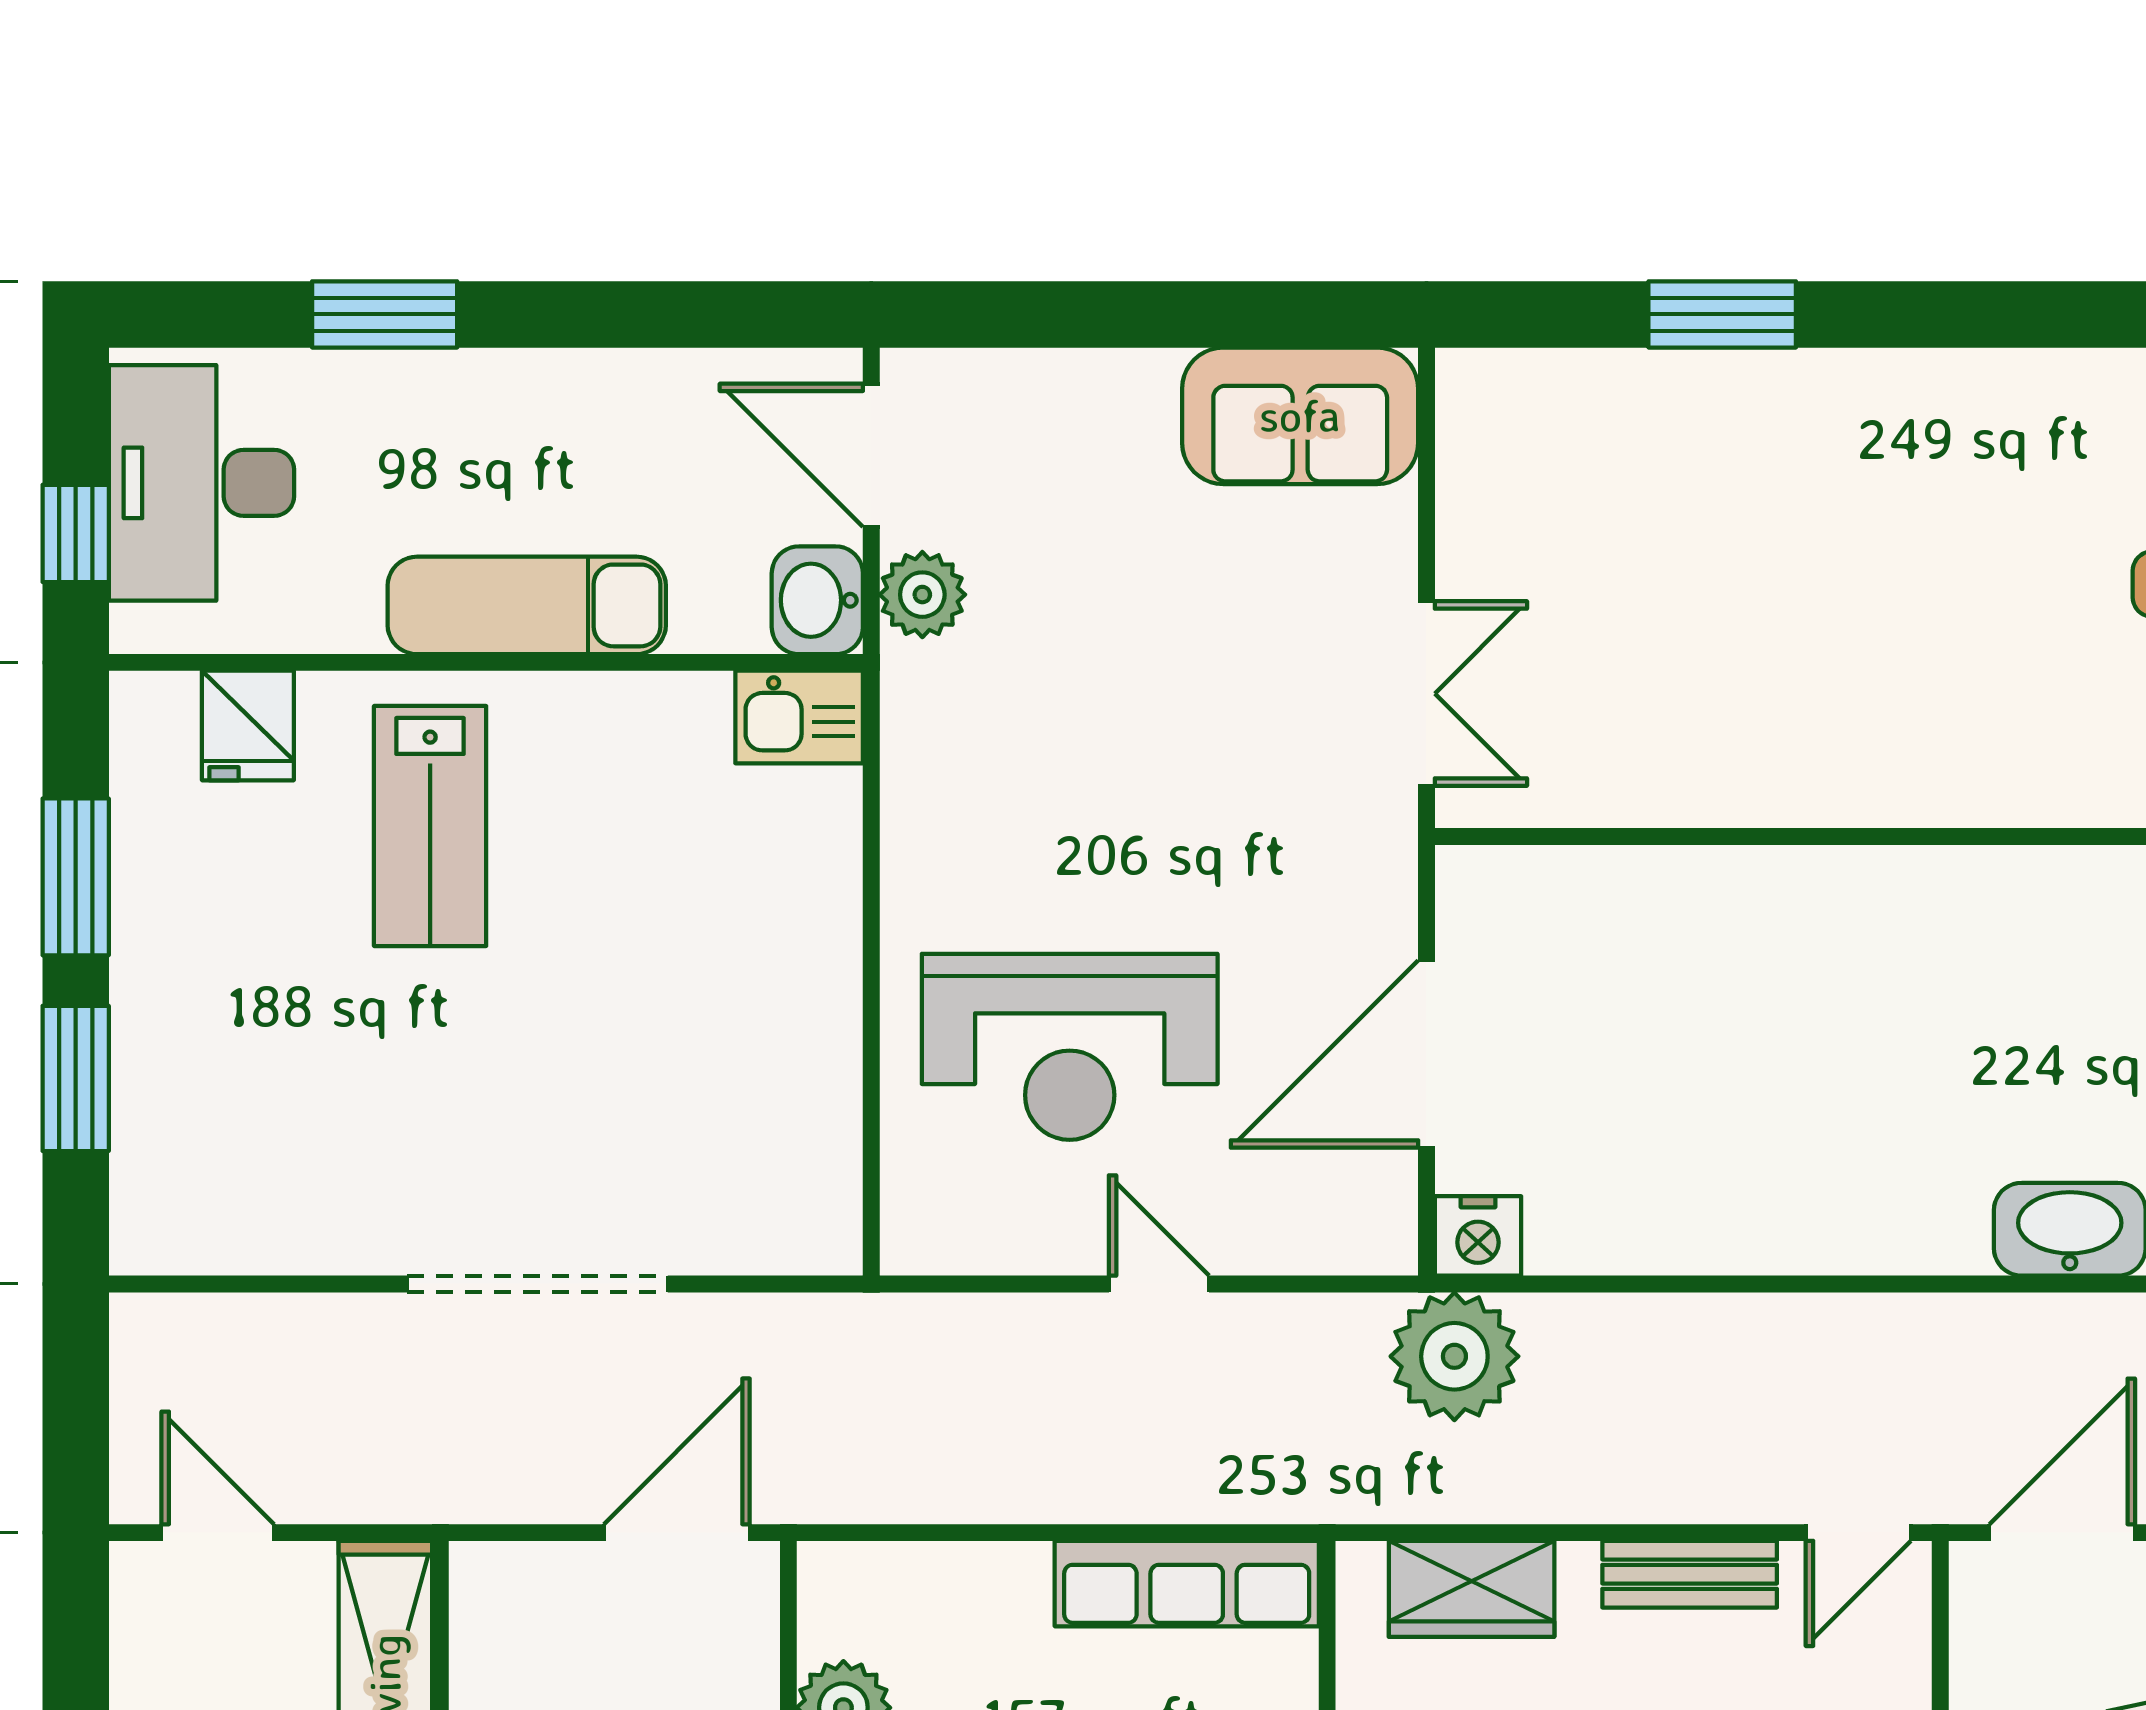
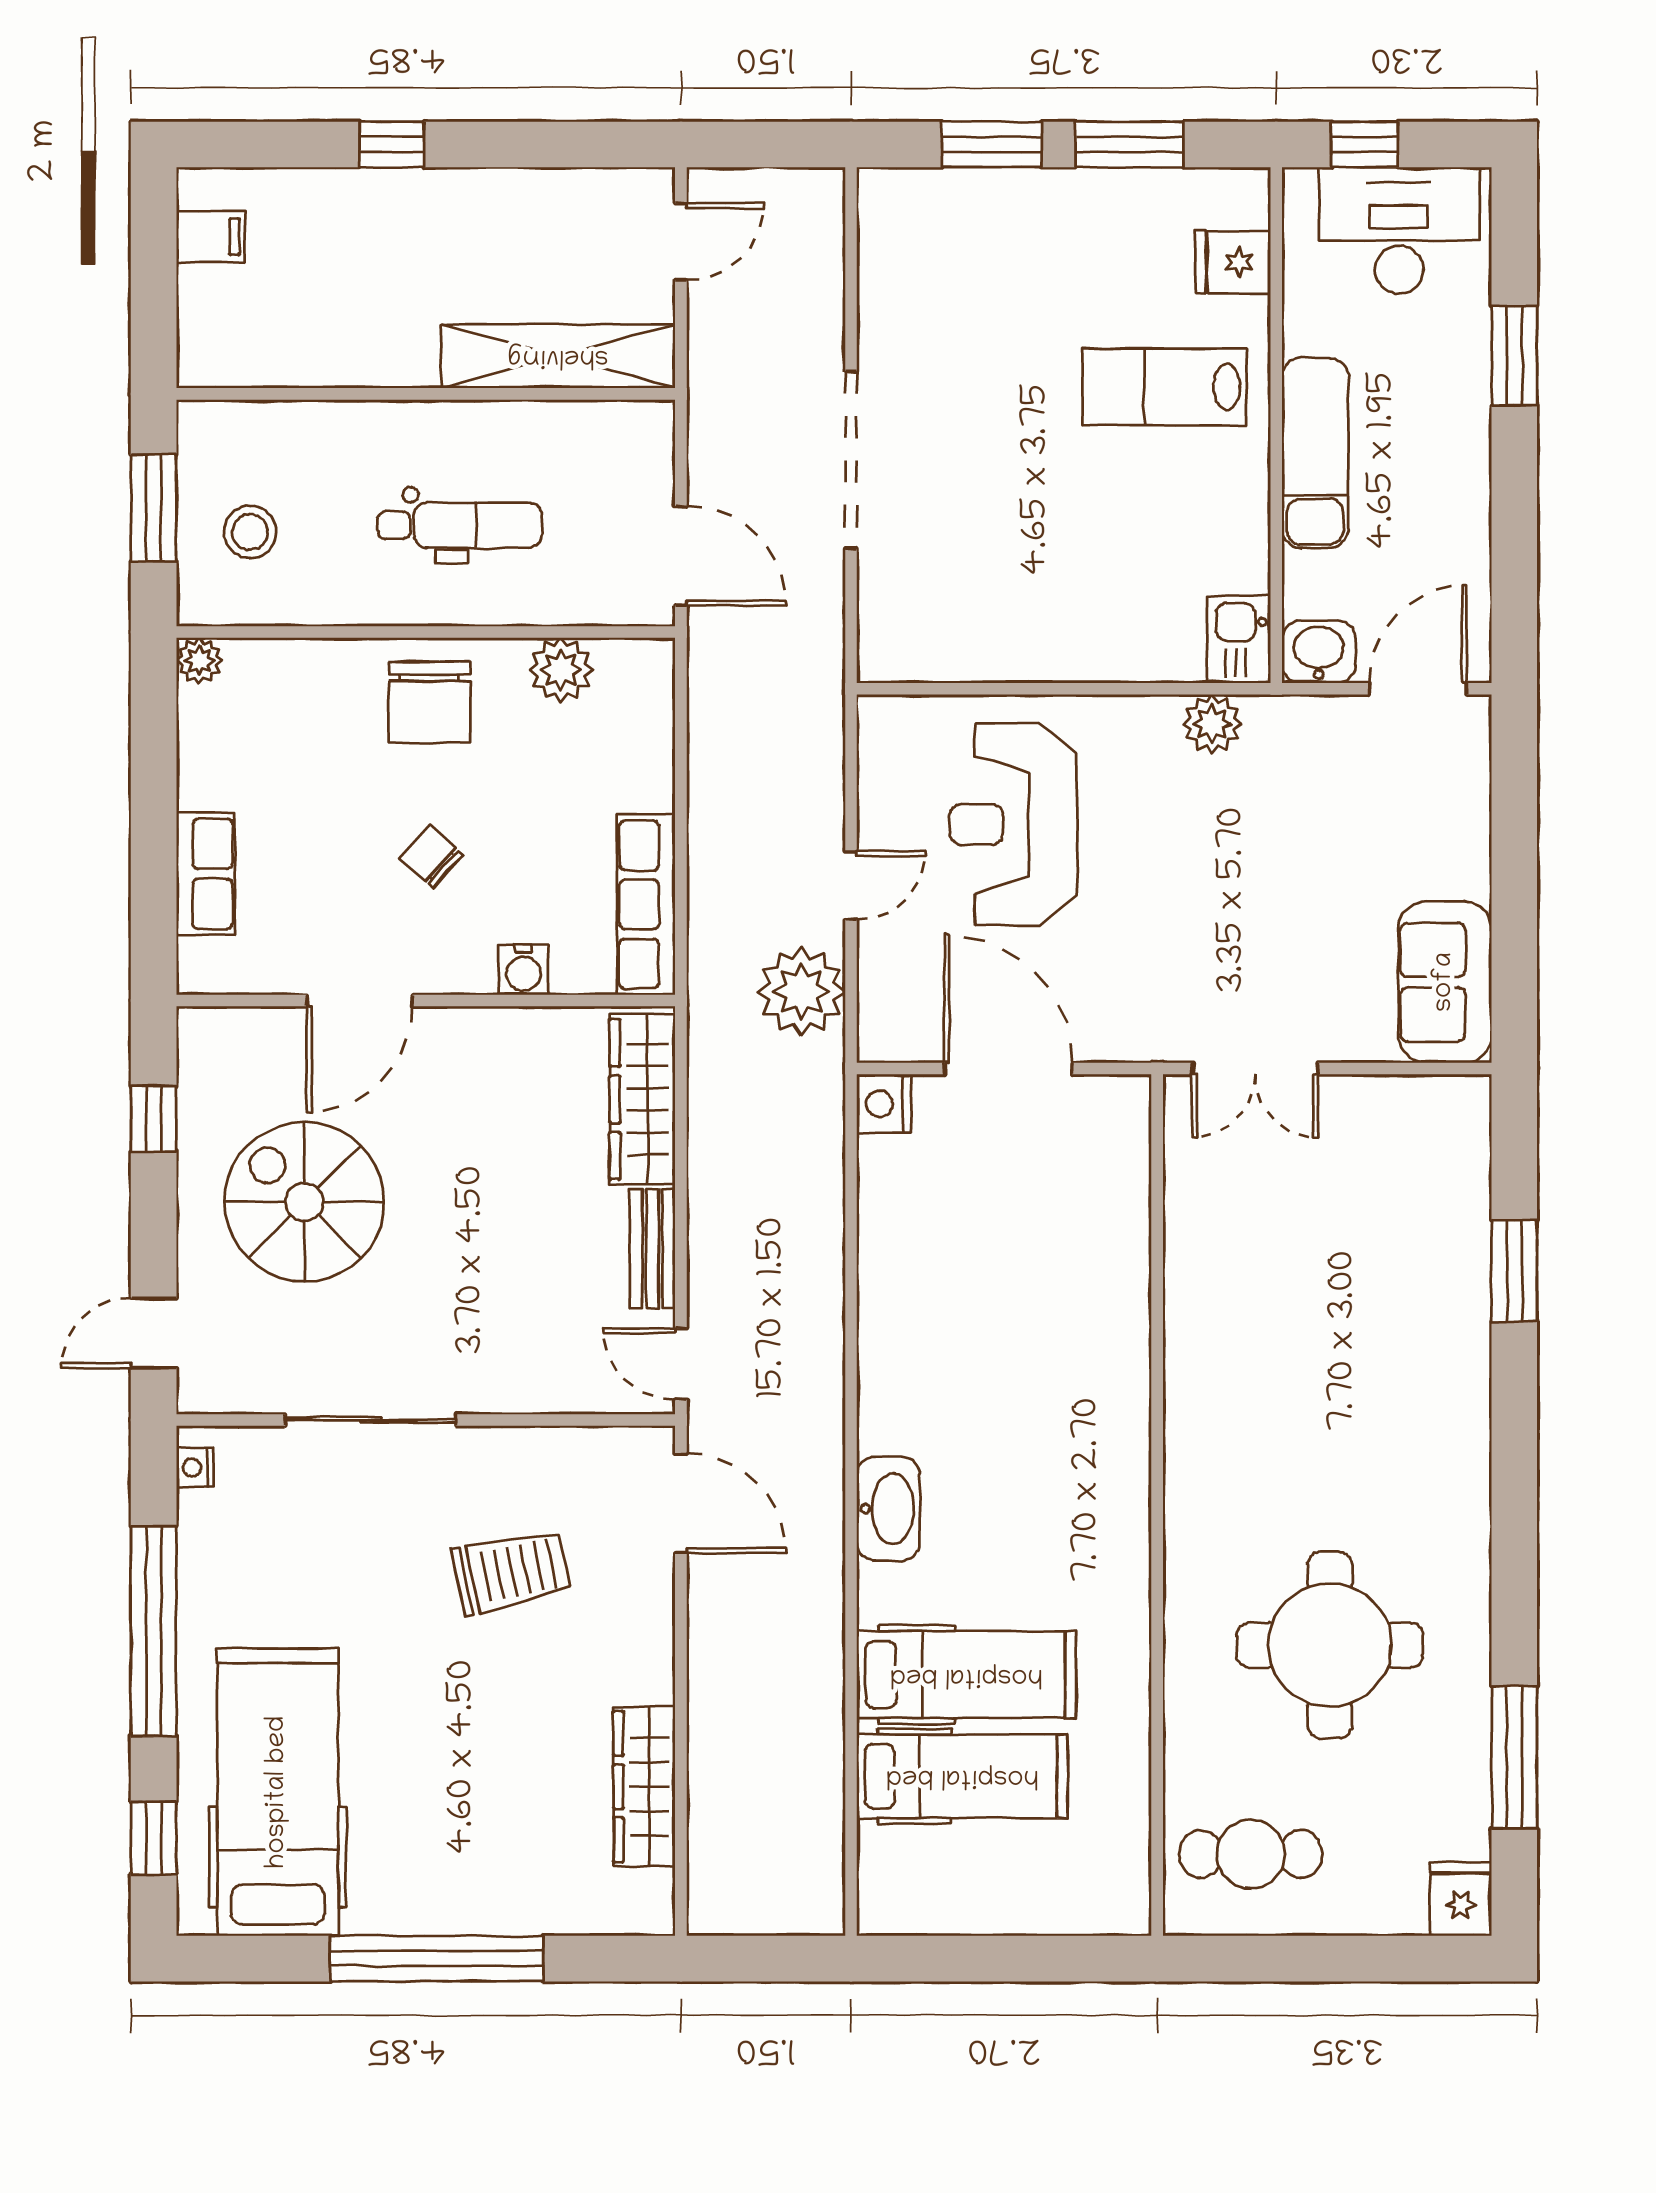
plant: (922, 595) -> (1212, 724), moved
plant: (1454, 1356) -> (802, 991), moved
wardrobe: (1472, 1589) -> (642, 1099), width x1.50

